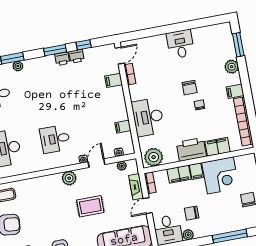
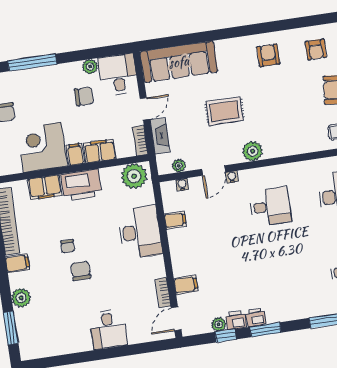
desk: (180, 44) -> (108, 329), moved
plant: (18, 66) -> (219, 324), moved

